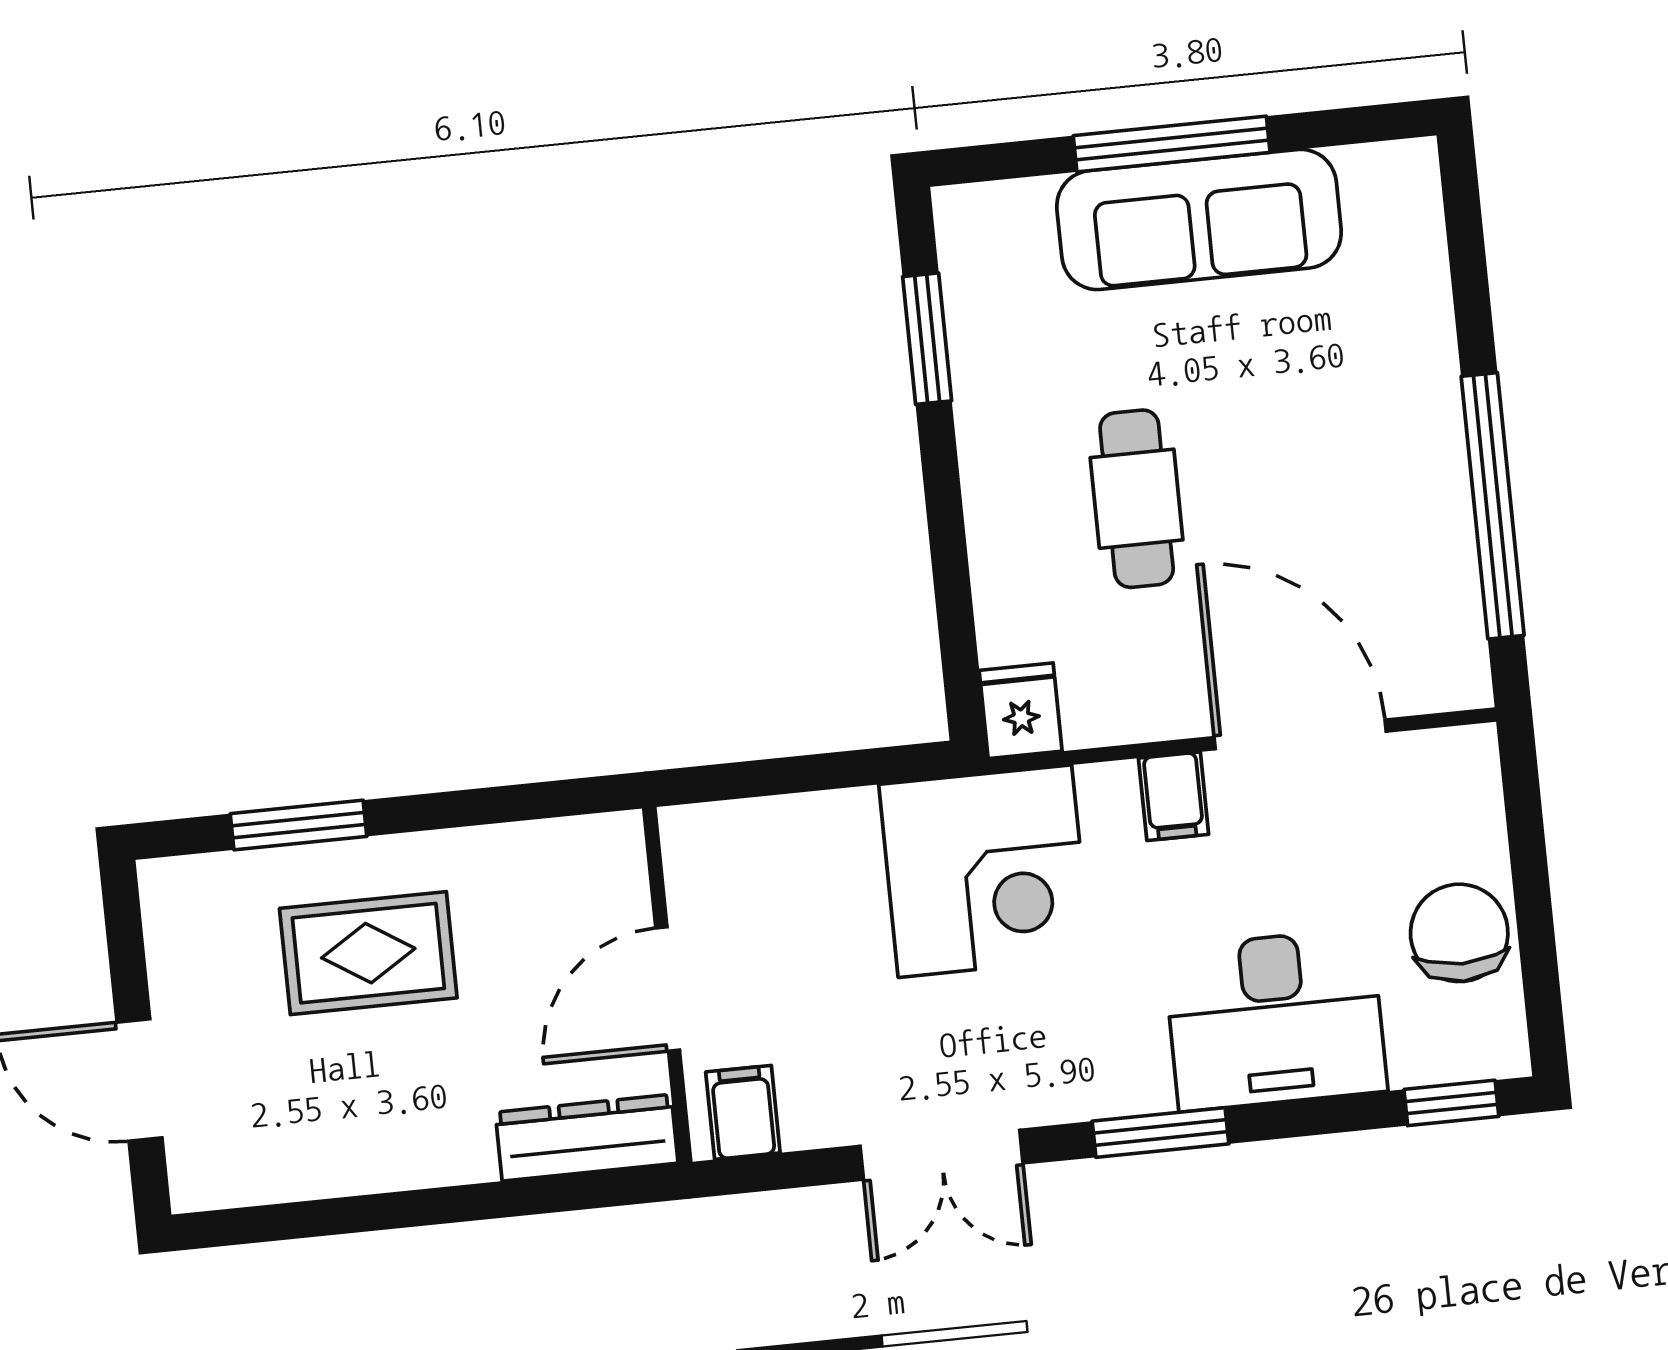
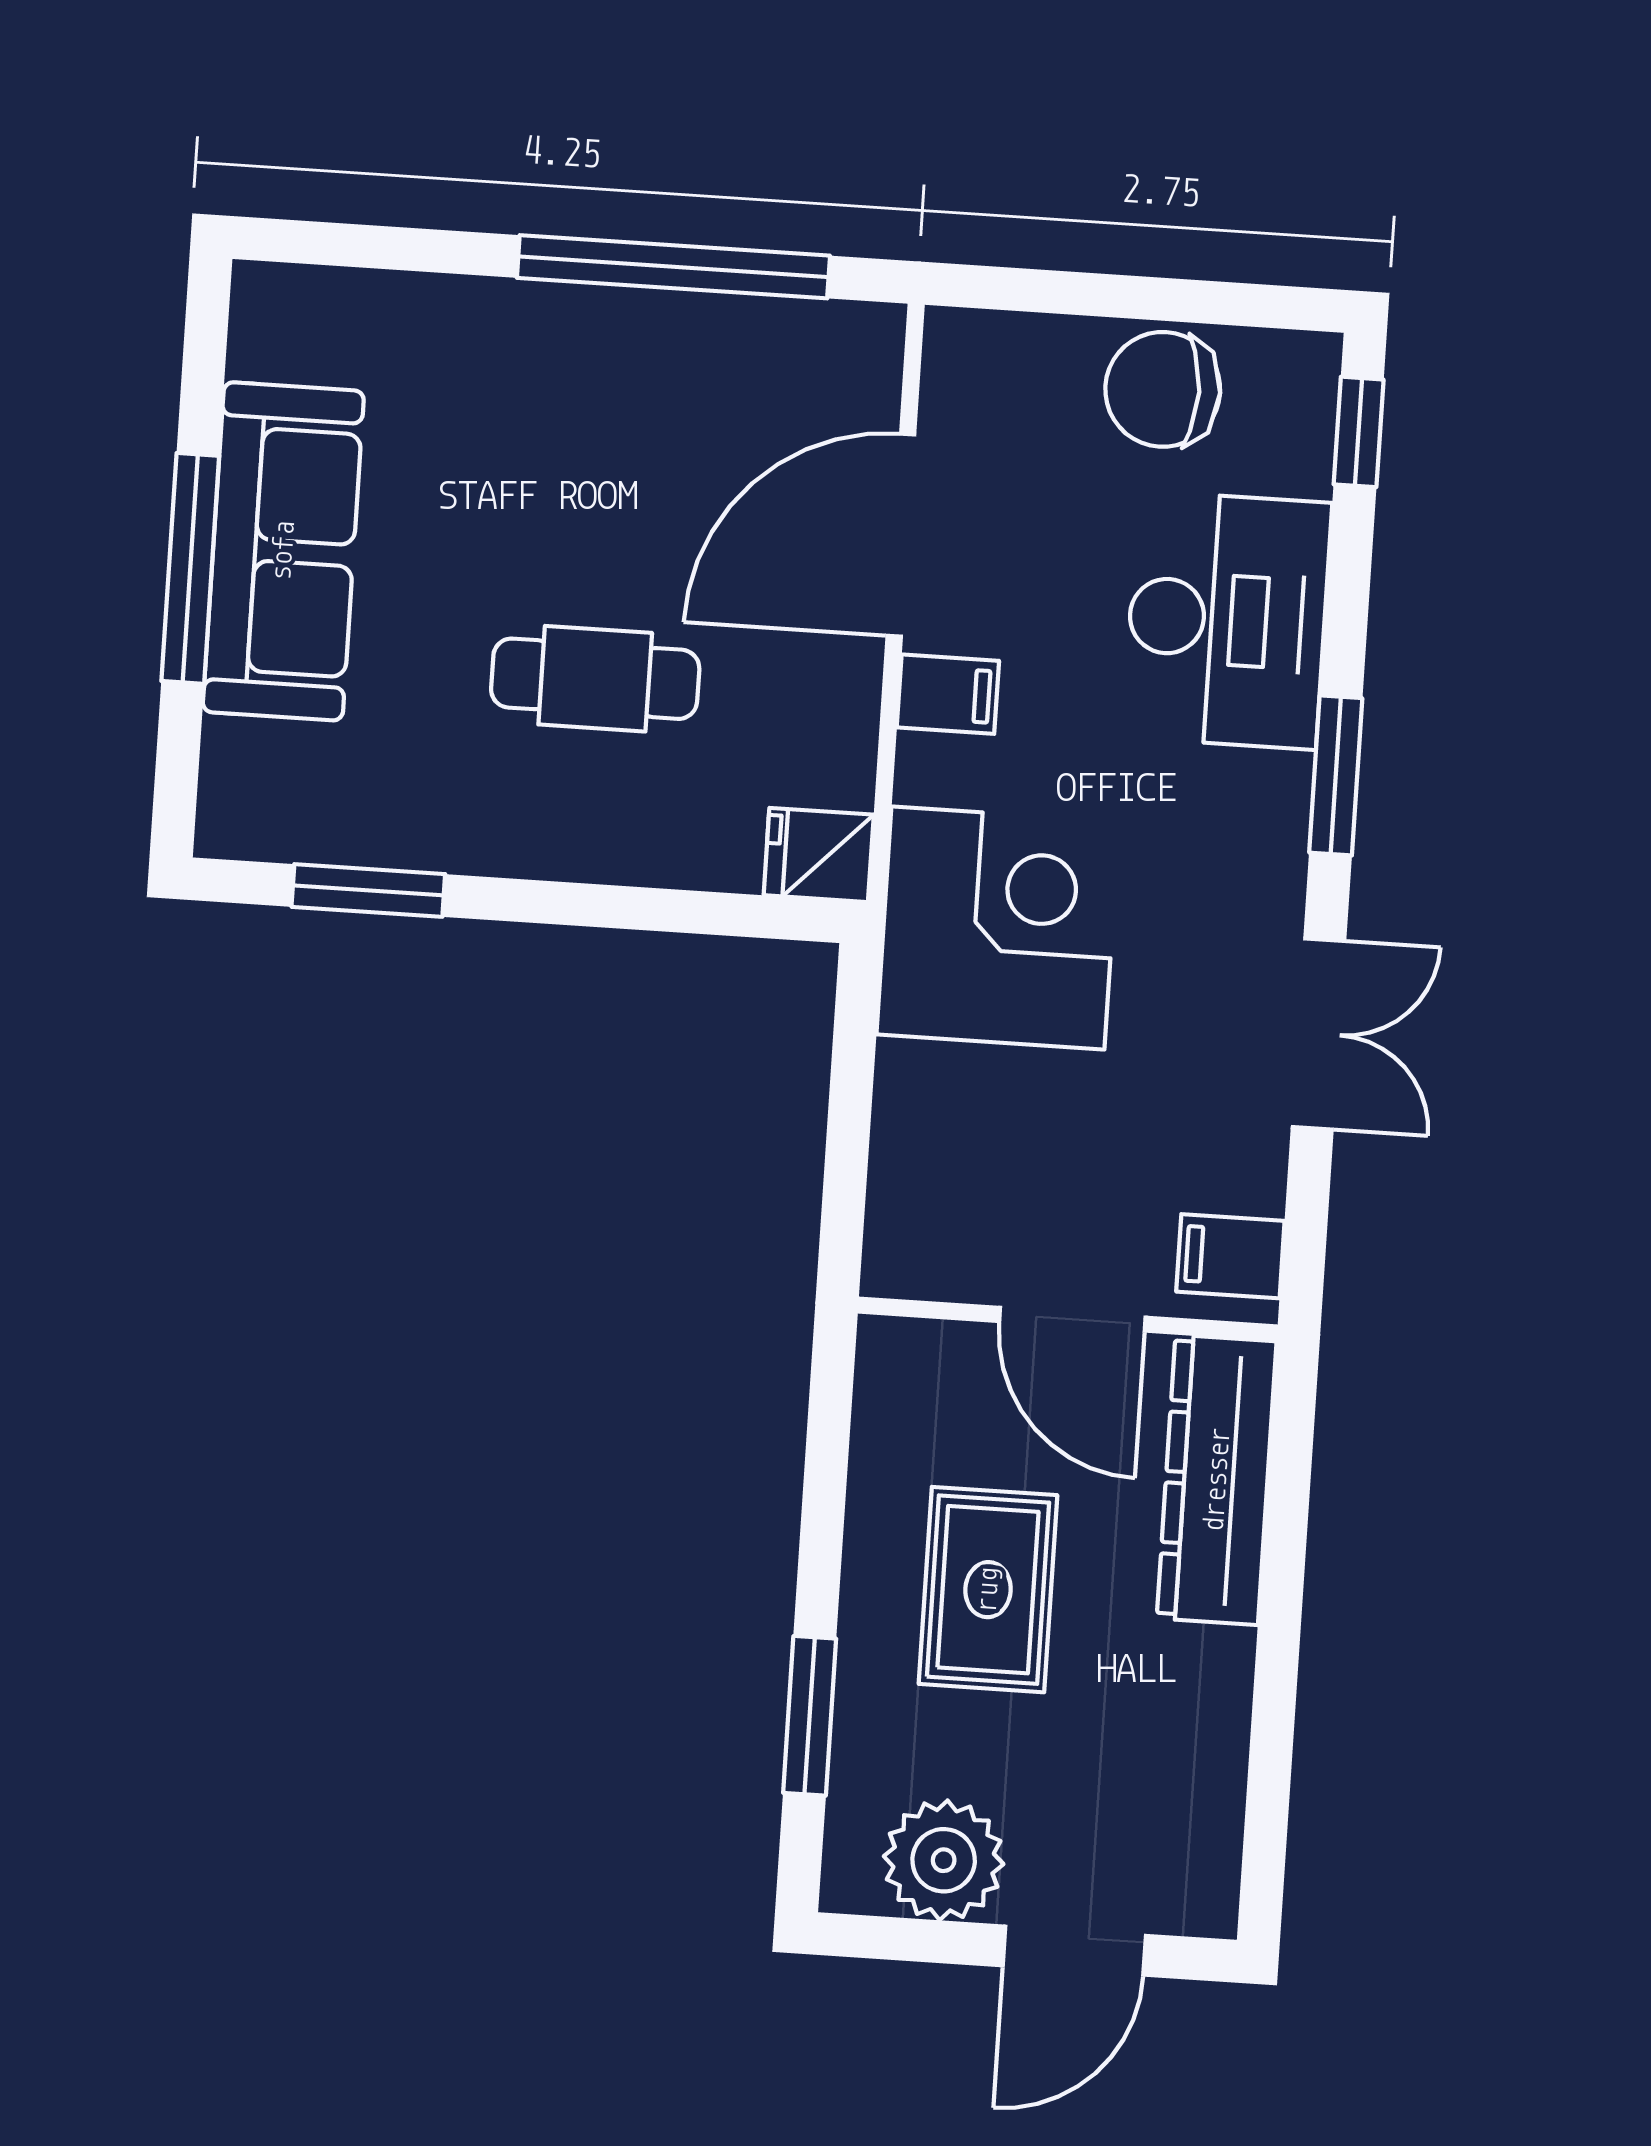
rug: (368, 953) -> (988, 1590), moved
plant: (197, 958) -> (944, 1860), added
dresser: (587, 1138) -> (1217, 1480), width x1.37, depth x1.24

